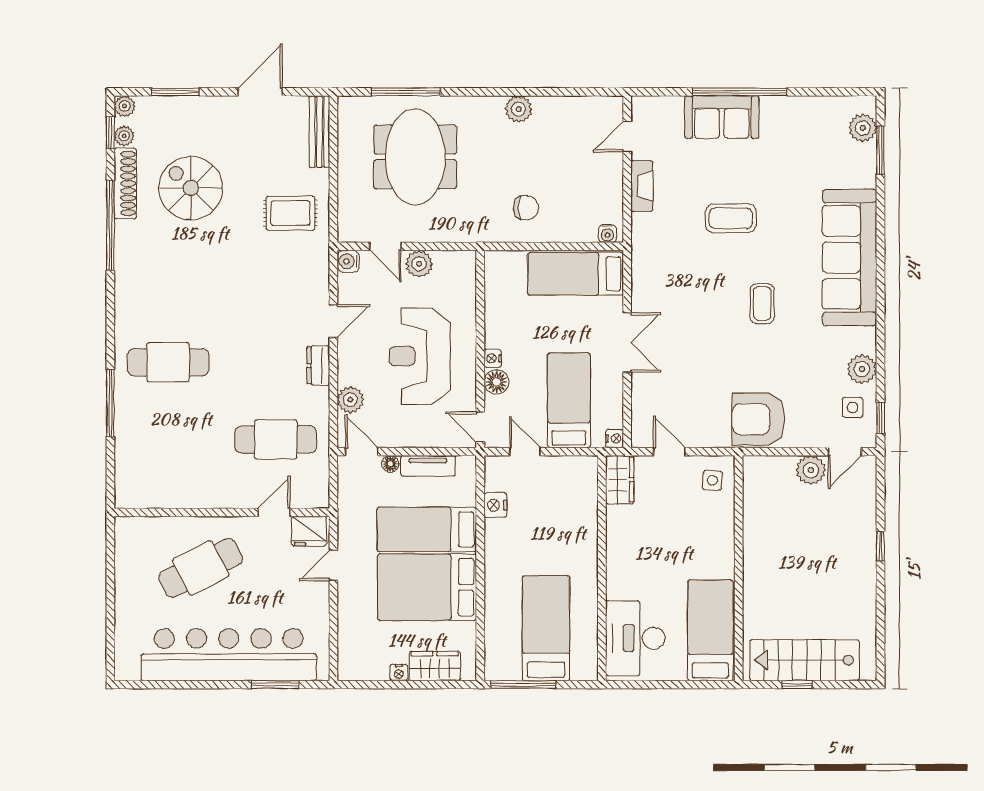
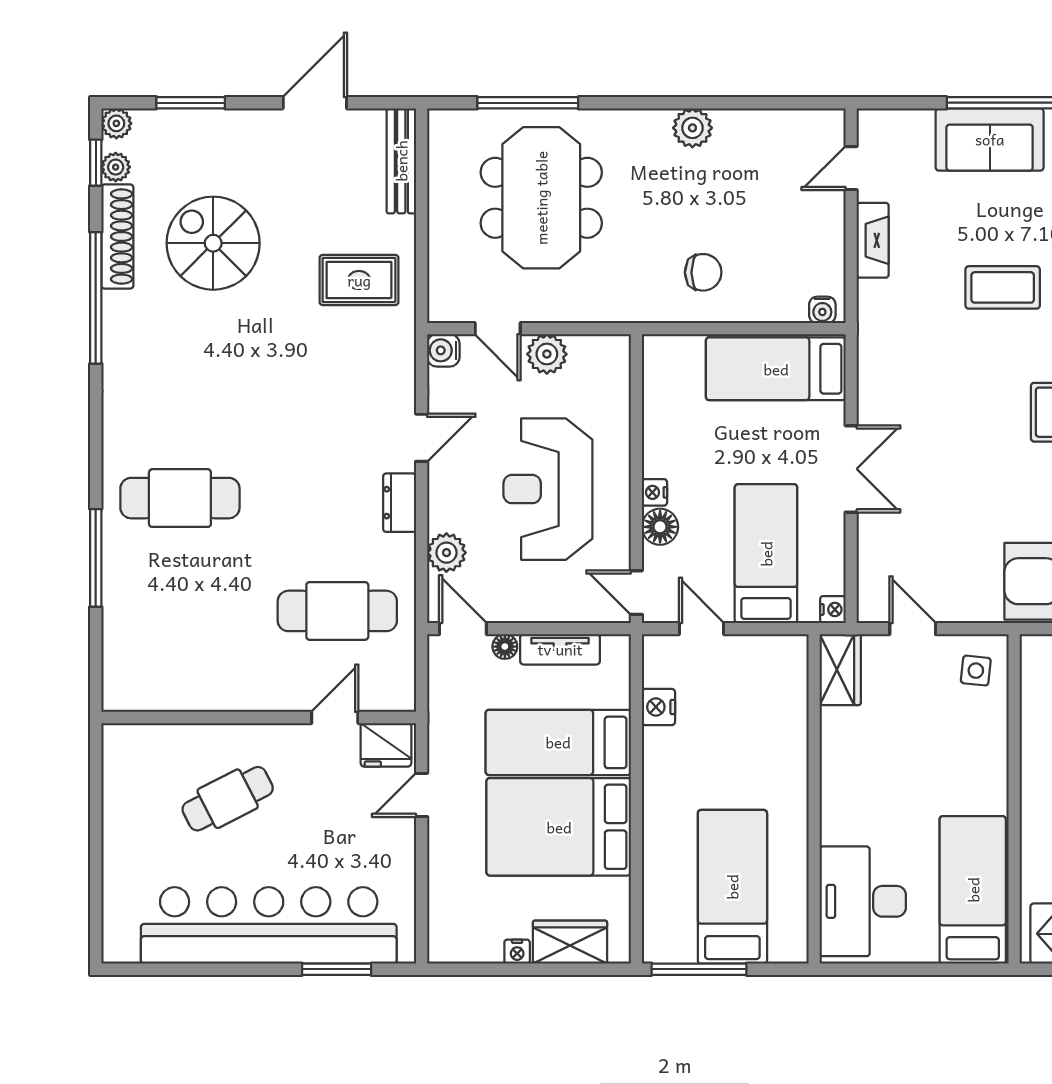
cafe table: (201, 568) -> (228, 799), width x0.73, depth x0.74

